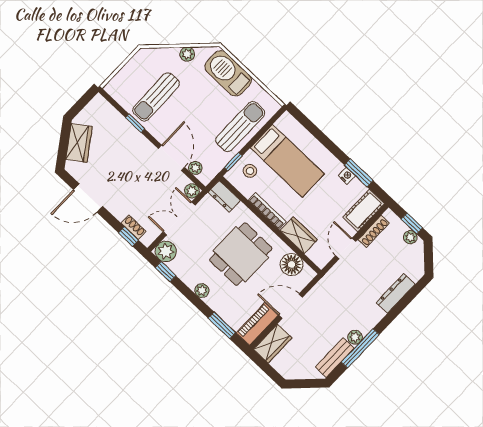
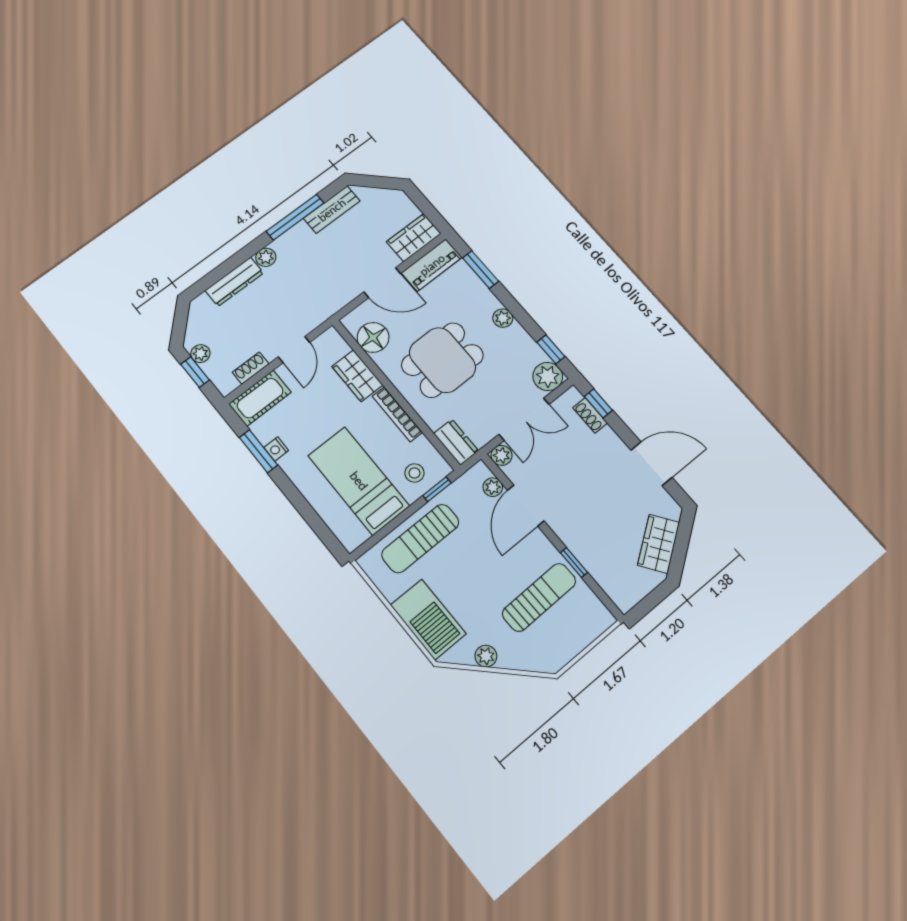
shoe rack: (374, 231) -> (251, 368), width x0.70
plant: (355, 337) -> (266, 257), moved

